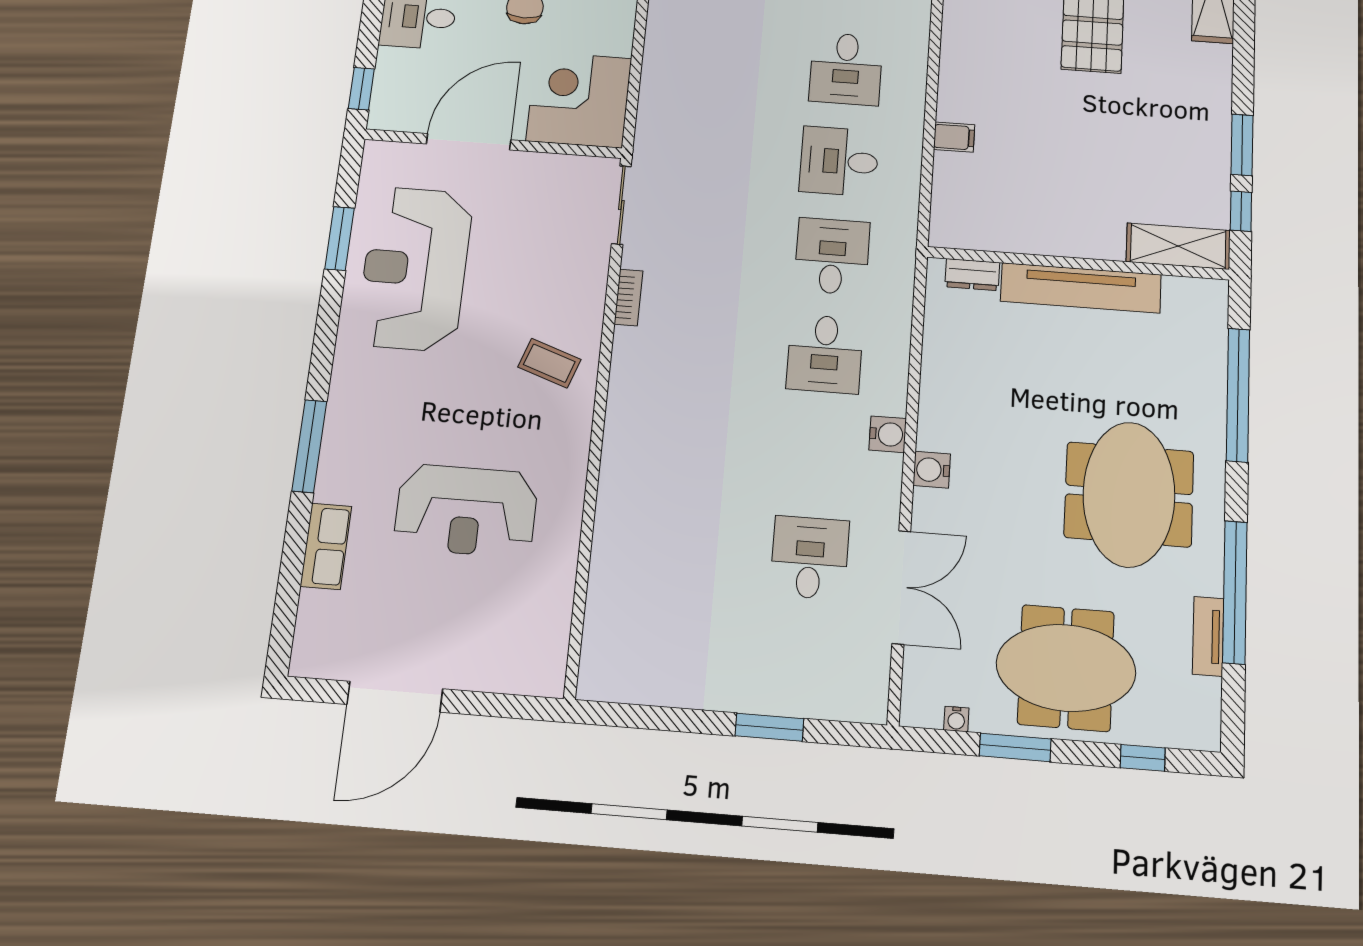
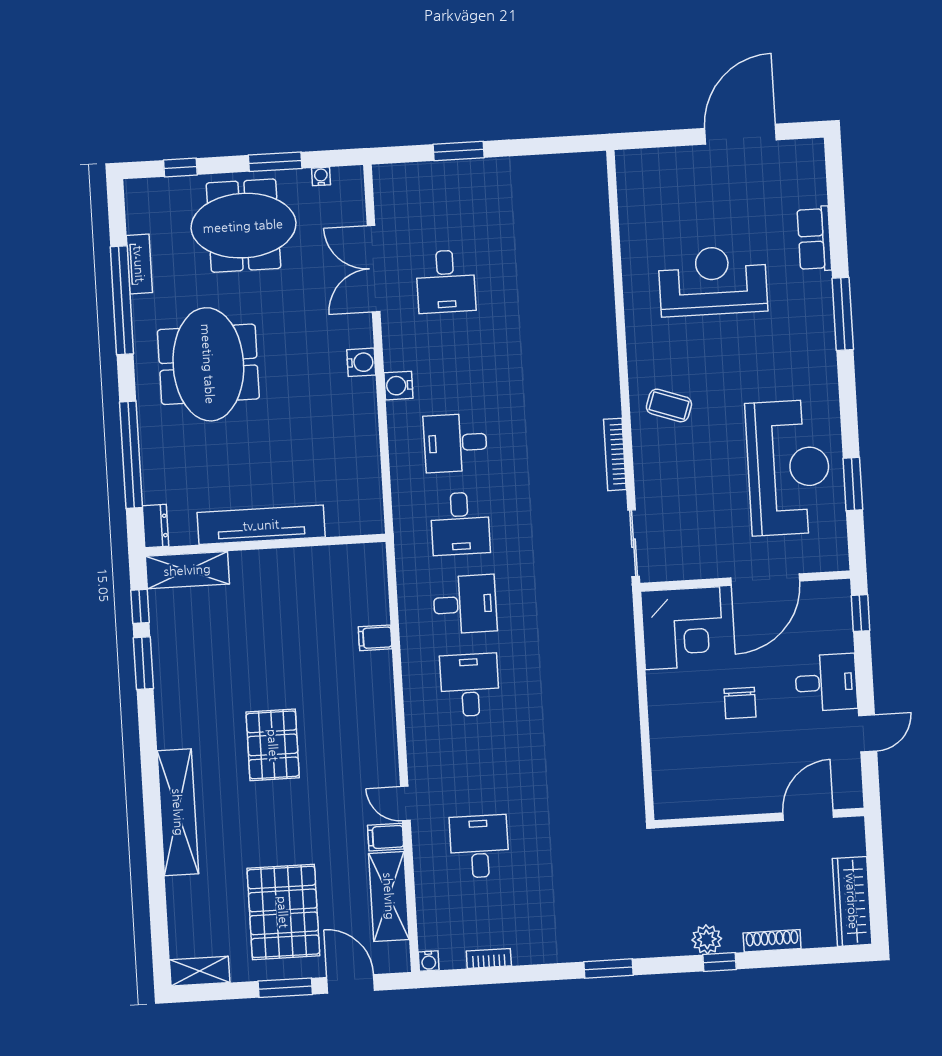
dresser: (972, 275) -> (156, 526), moved, turned 90
bookcase: (628, 297) -> (615, 454), width x1.56
desk: (825, 354) -> (455, 443), turned -90

